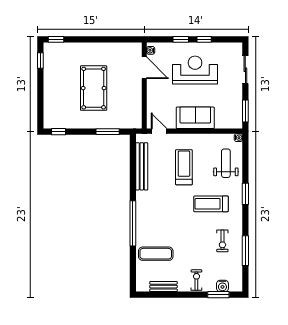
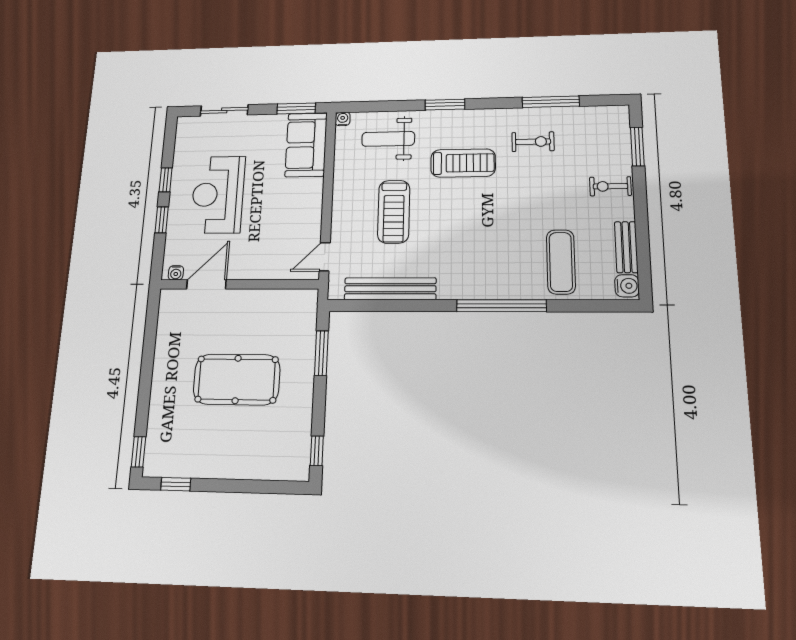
sofa: (195, 118) -> (306, 145), moved
treadmill: (184, 167) -> (394, 212), turned -90
treadmill: (211, 204) -> (463, 163), turned -90
water cooler: (222, 286) -> (627, 286), moved

